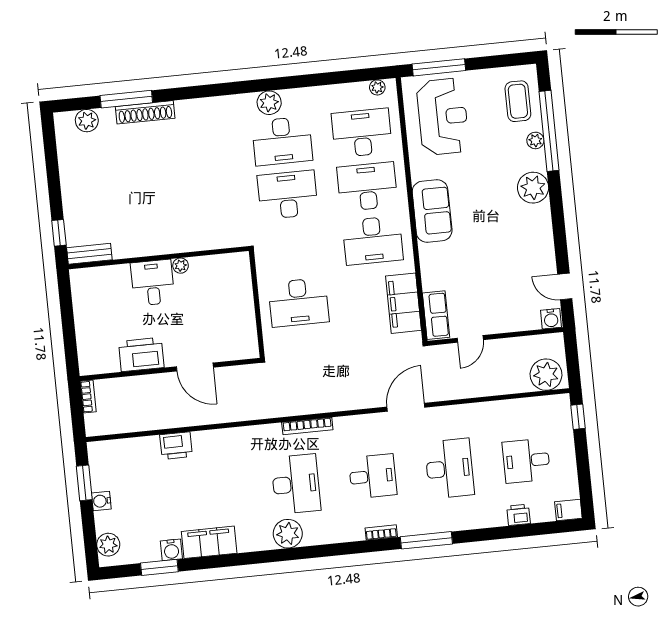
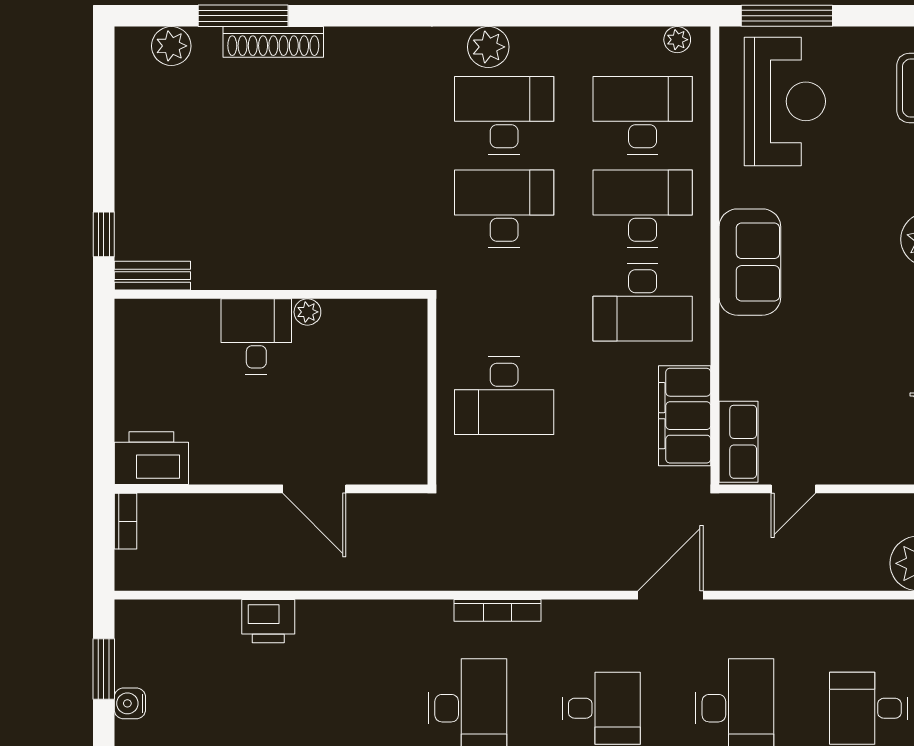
desk: (282, 141) -> (504, 115), turned 180
printer: (141, 355) -> (151, 458), moved

